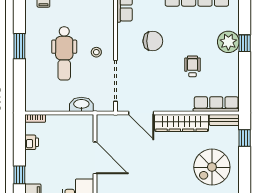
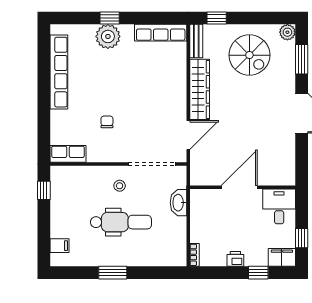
chair: (153, 41) -> (107, 122), width x0.54, depth x0.54
wheelchair: (192, 66) -> (136, 77), removed
row of seats: (216, 104) -> (161, 33), moved, turned -90
printer: (32, 142) -> (235, 259), moved

